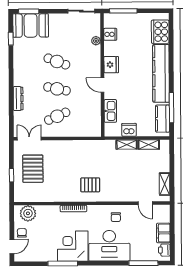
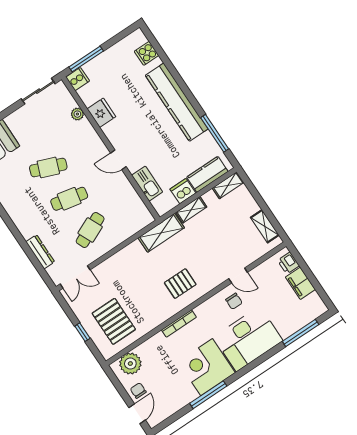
cooker: (160, 32) -> (146, 53), width x0.53, depth x0.76
cooker: (110, 34) -> (78, 79), moved
fridge: (111, 65) -> (101, 113), moved
dresser: (18, 99) -> (40, 252), moved
kitchen counter: (163, 119) -> (207, 174), moved, turned 90
double door: (29, 139) -> (75, 277), swing flipped
shelving: (149, 145) -> (228, 185), moved
shelving: (99, 146) -> (161, 233), added
pallet: (33, 169) -> (114, 321), moved
door: (145, 203) -> (238, 276), moved
printer: (164, 250) -> (288, 263), moved

